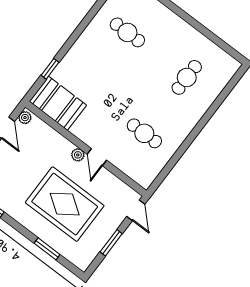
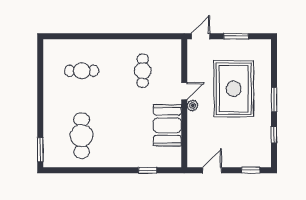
cafe table: (127, 32) -> (82, 136), width x1.37, depth x1.35
booth: (58, 103) -> (167, 125), moved
plant: (25, 118) -> (195, 162), removed
window: (47, 249) -> (274, 100), moved

